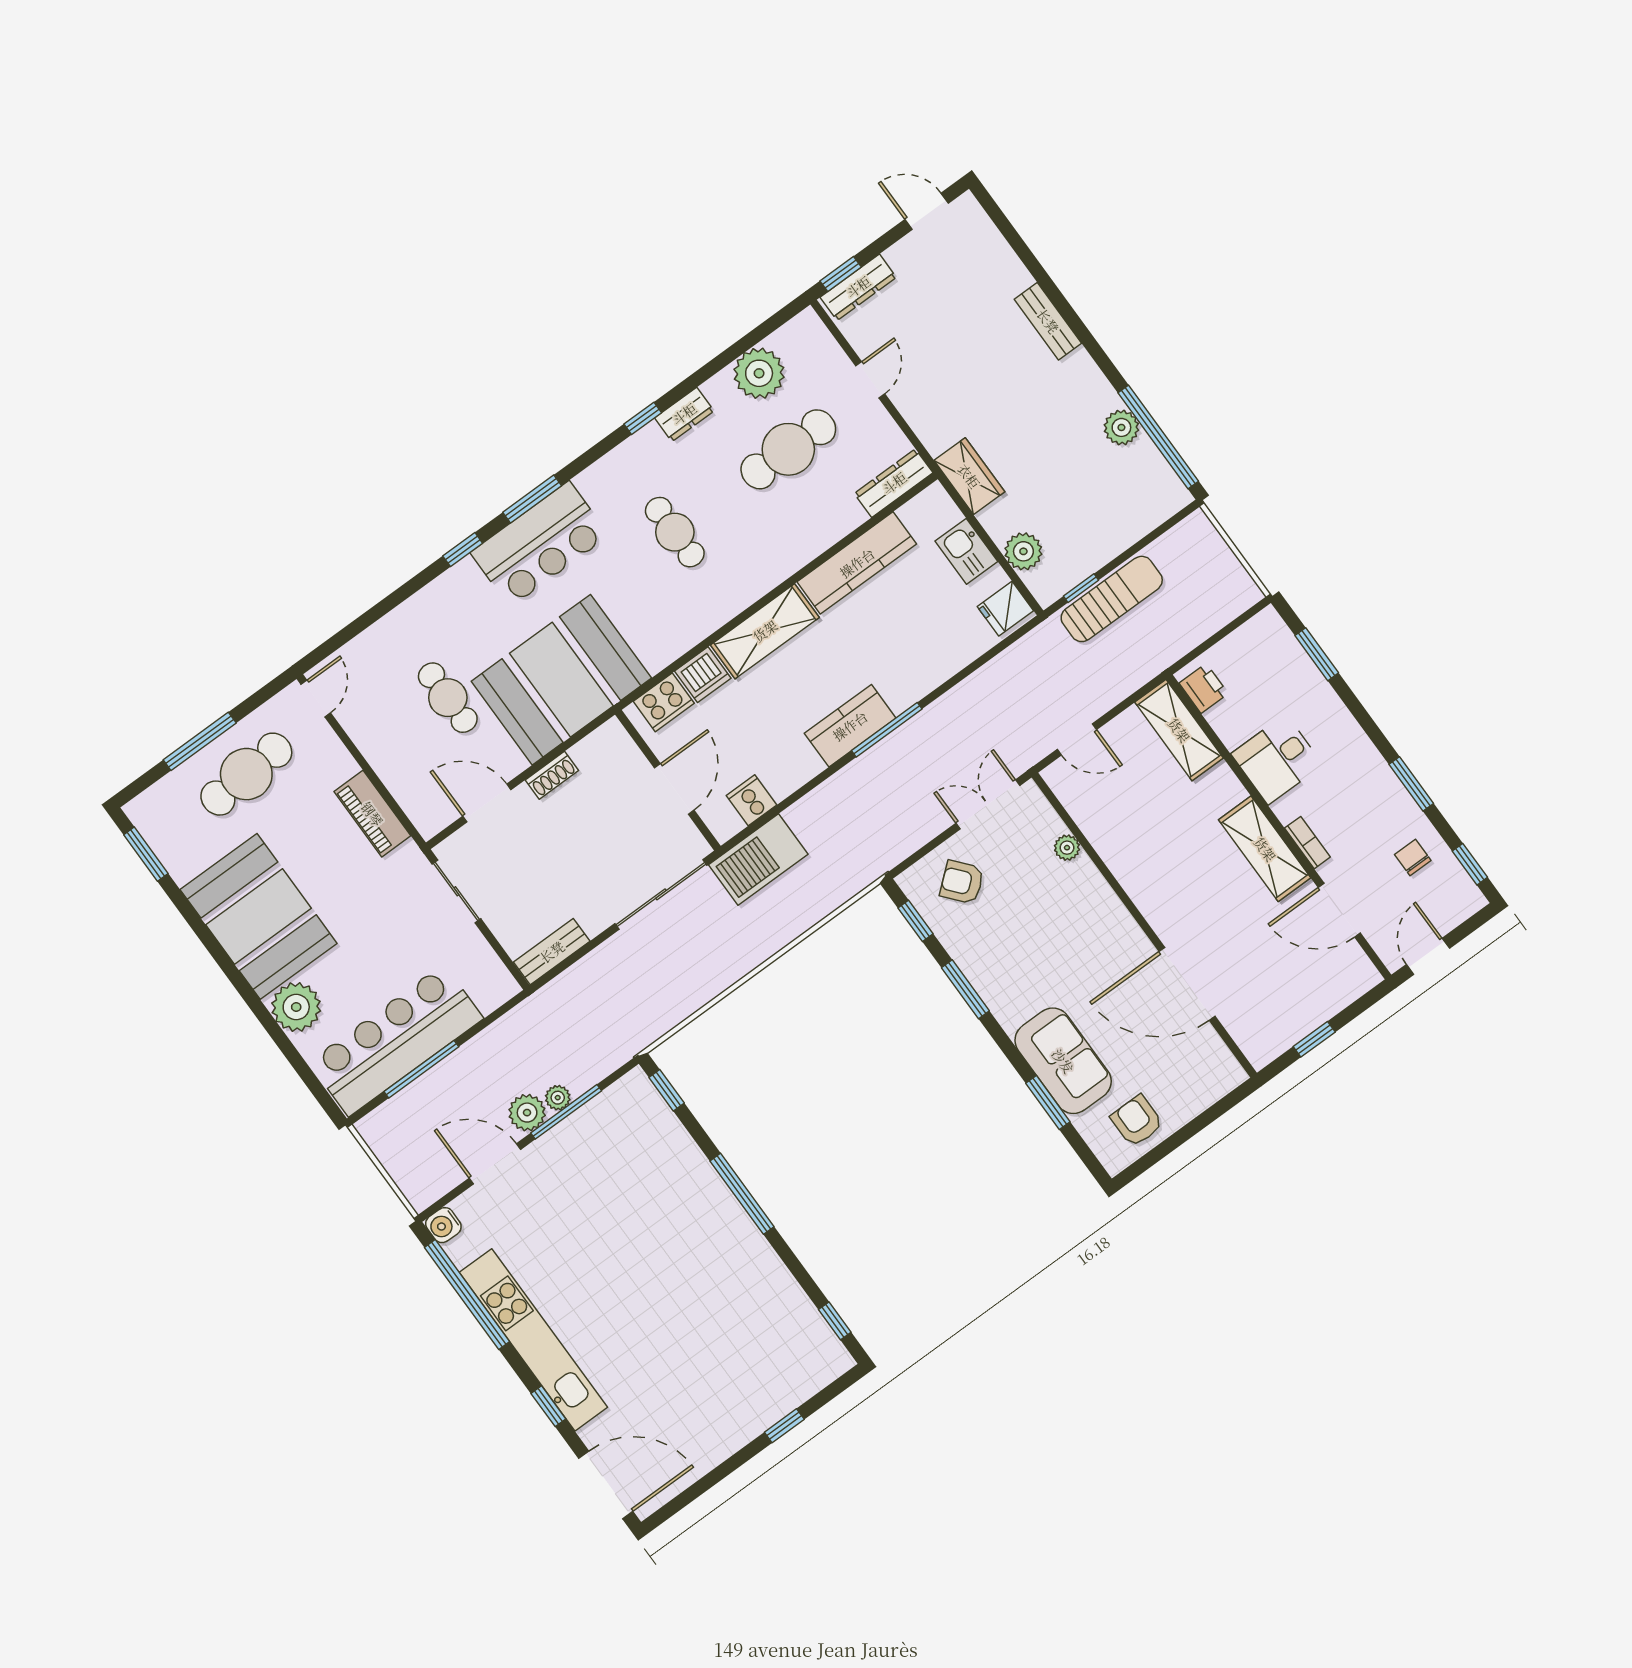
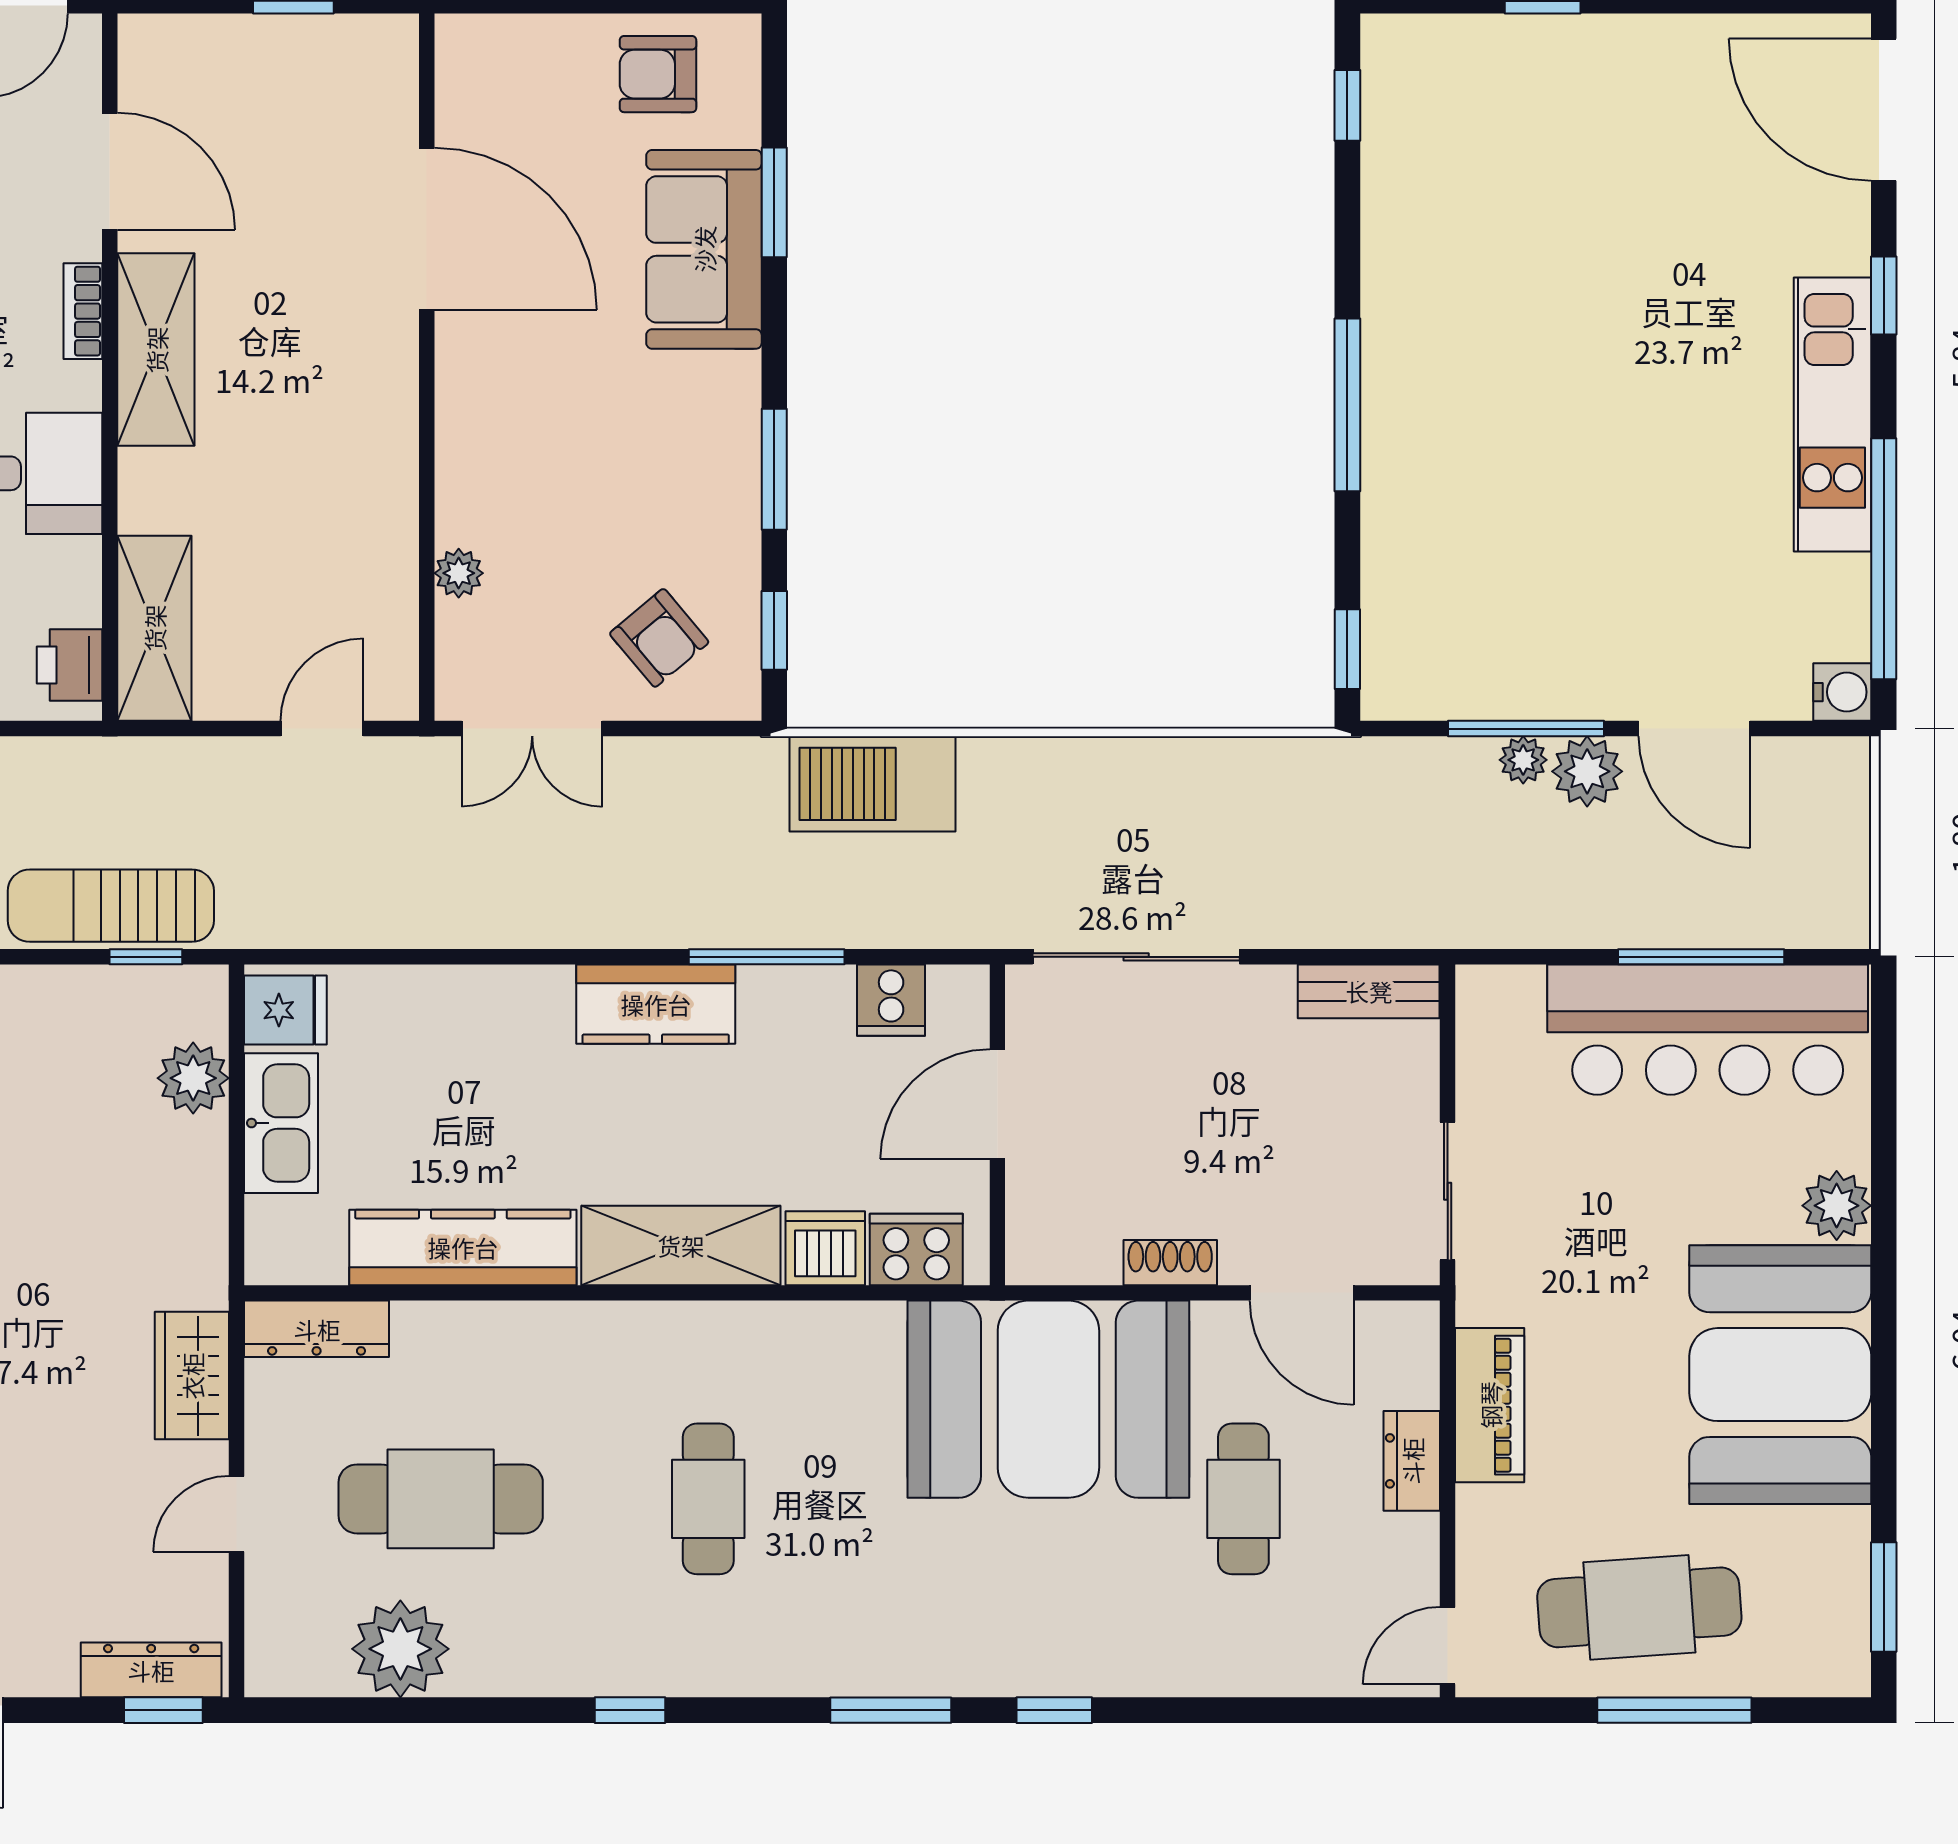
dresser: (684, 414) -> (1412, 1461), moved, turned -90
wardrobe: (969, 476) -> (192, 1376), moved
bar counter: (540, 544) -> (929, 1632), removed
kitchen sink: (966, 551) -> (281, 1123), width x1.38
window: (887, 730) -> (767, 957), moved
door: (1077, 739) -> (322, 729), hinge flipped
barbecue: (758, 859) -> (872, 784), moved, turned 180
plant: (296, 1007) -> (1837, 1206), width x0.73, depth x0.73
armchair: (1137, 1121) -> (658, 74), turned 90
kitchen unit: (533, 1340) -> (1832, 415), width x0.73

